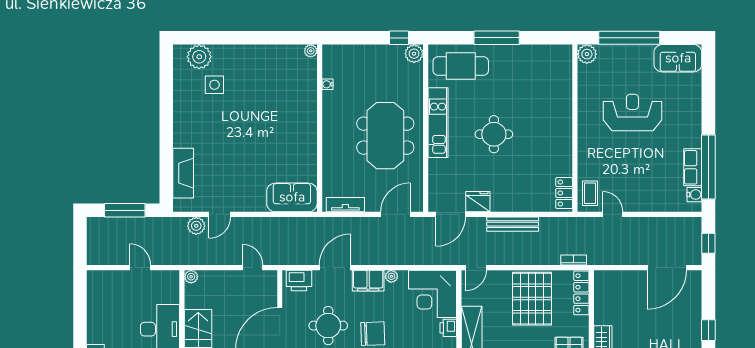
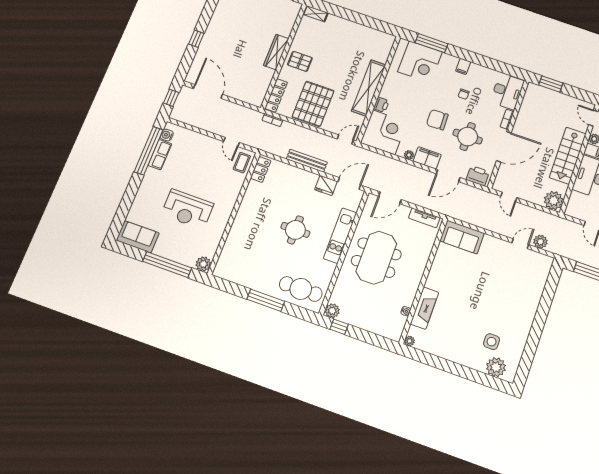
kitchen unit: (438, 123) -> (340, 236), moved
fireplace: (183, 173) -> (424, 308), moved, turned 180
door: (667, 268) -> (208, 91), hinge flipped
plant: (191, 277) -> (554, 201), width x1.88, depth x1.88

